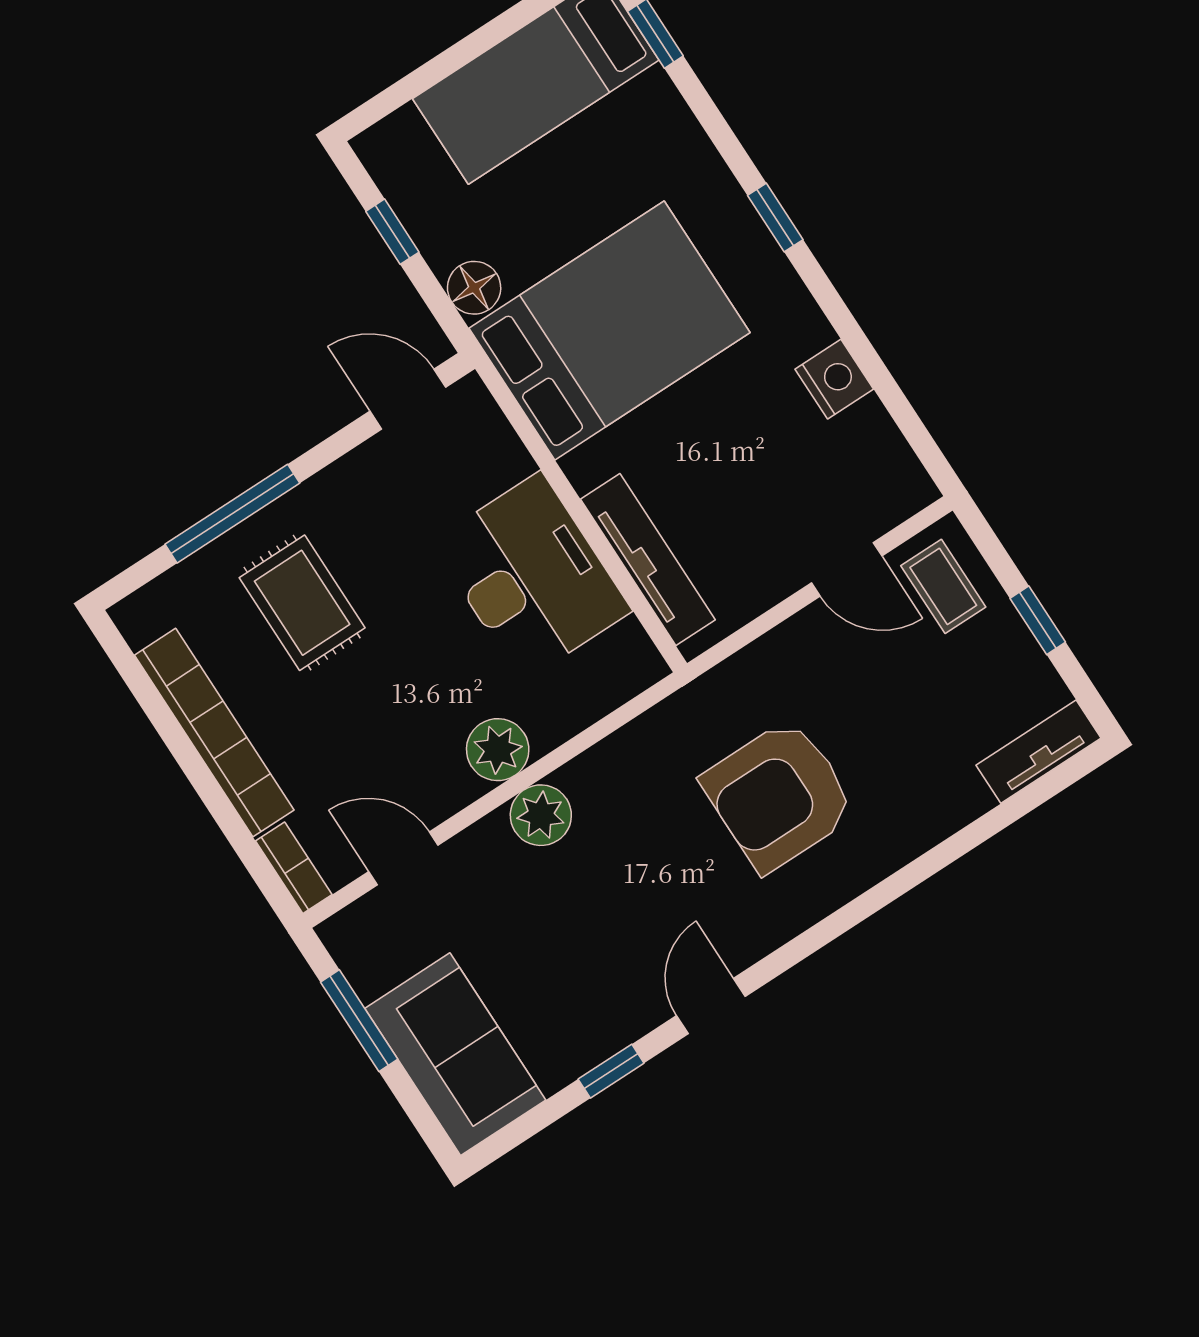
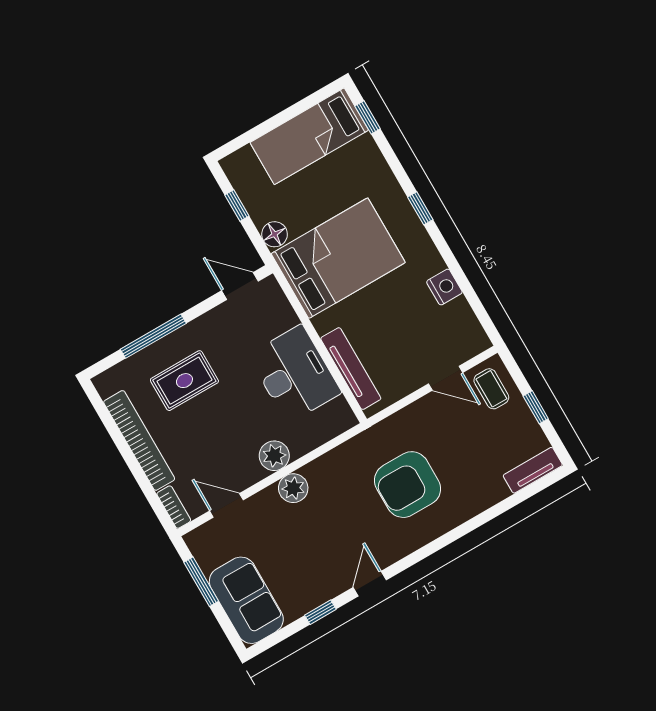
rug: (302, 603) -> (184, 381), turned 90

